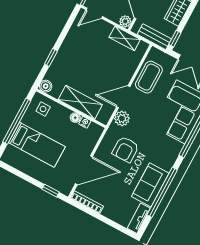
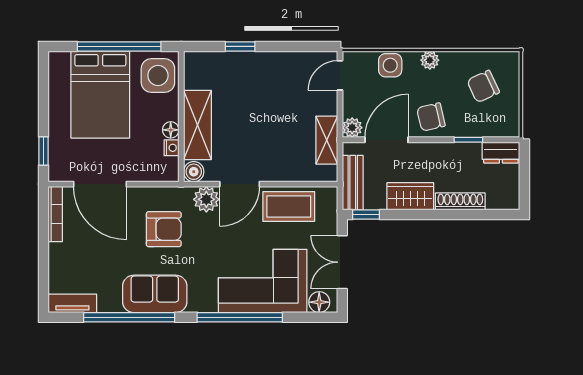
door: (94, 13) -> (340, 75), hinge flipped
boiler: (46, 86) -> (194, 172), moved
door: (123, 97) -> (240, 184), swing flipped
side table: (43, 109) -> (158, 76), width x1.87, depth x1.87
bed: (37, 145) -> (100, 95), width x1.50
armchair: (126, 149) -> (164, 229), turned 180
sofa: (150, 185) -> (155, 294), moved

